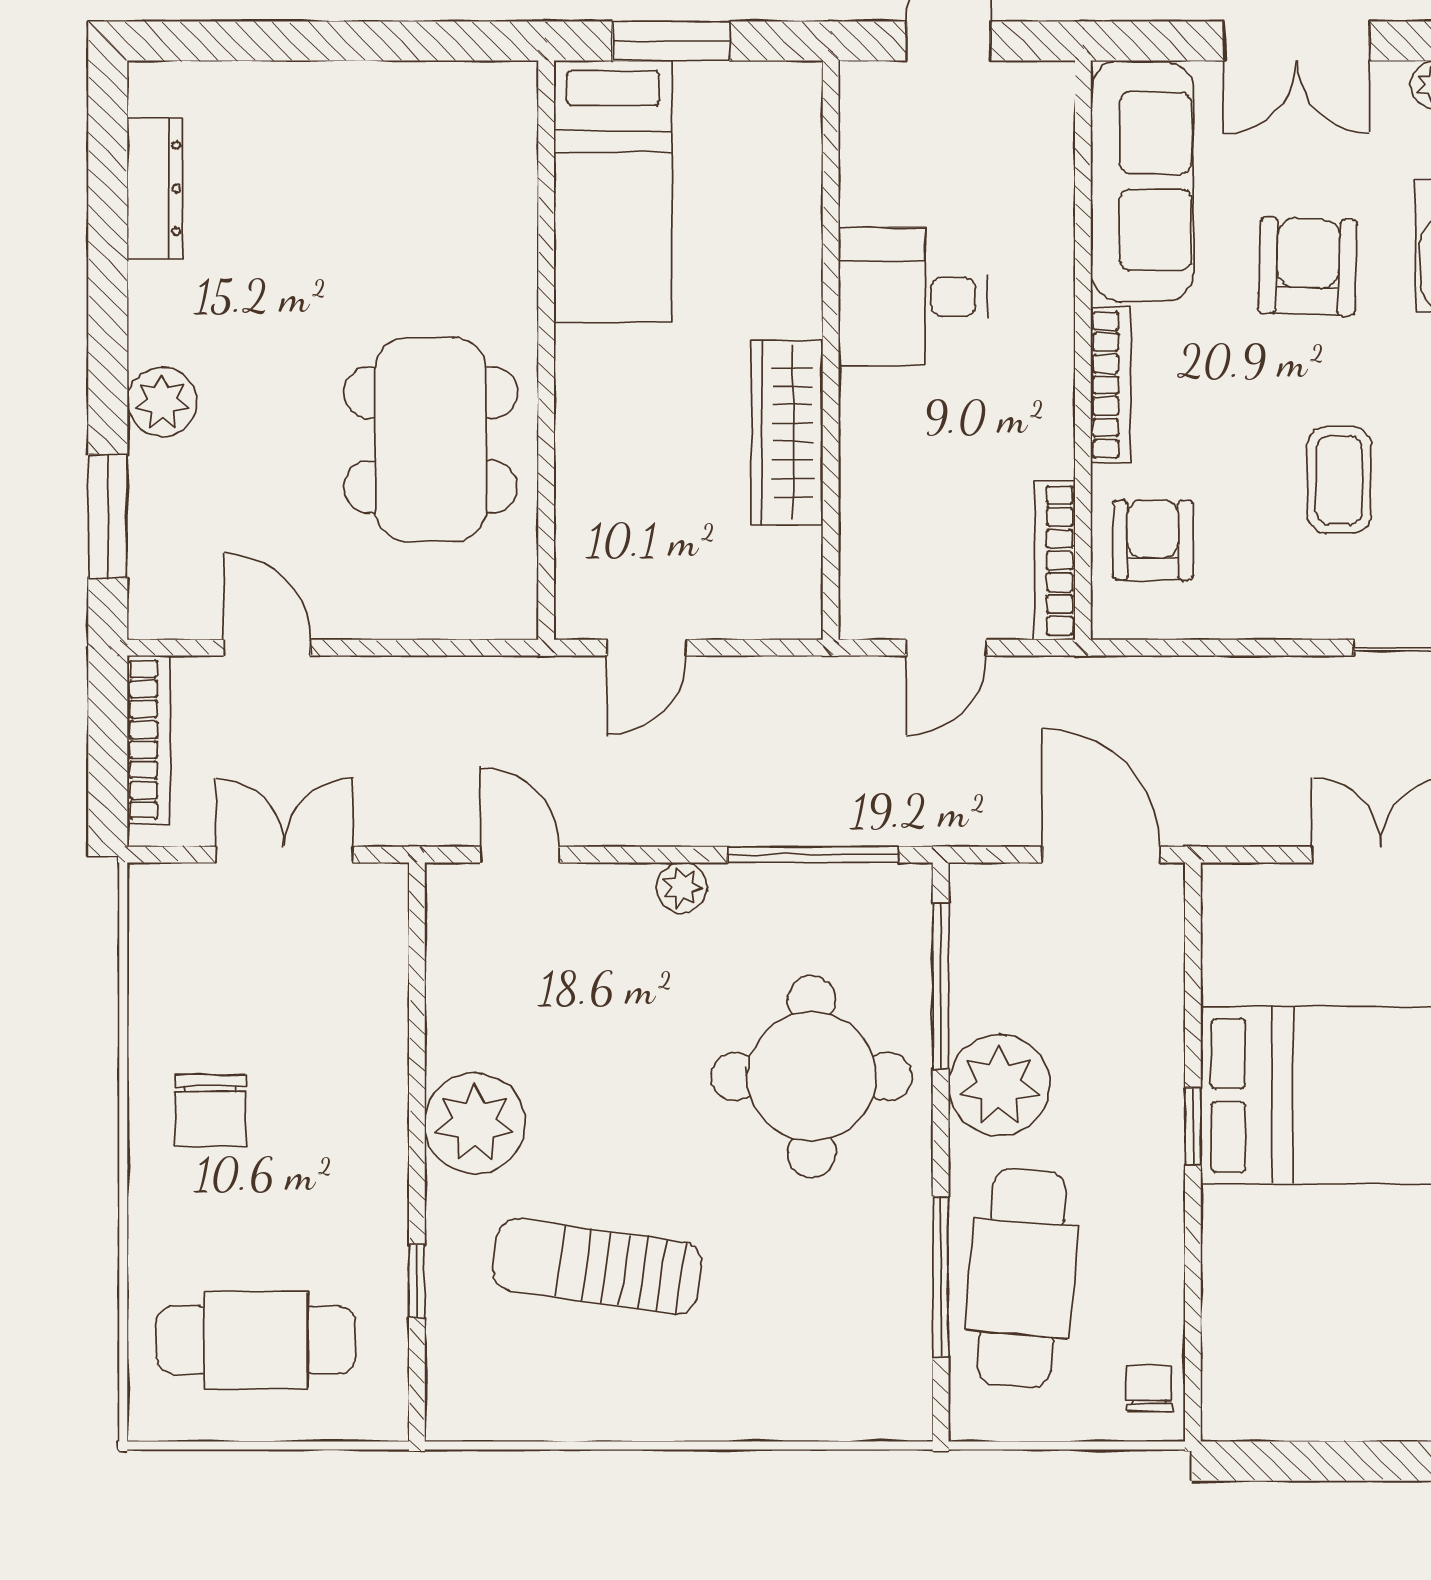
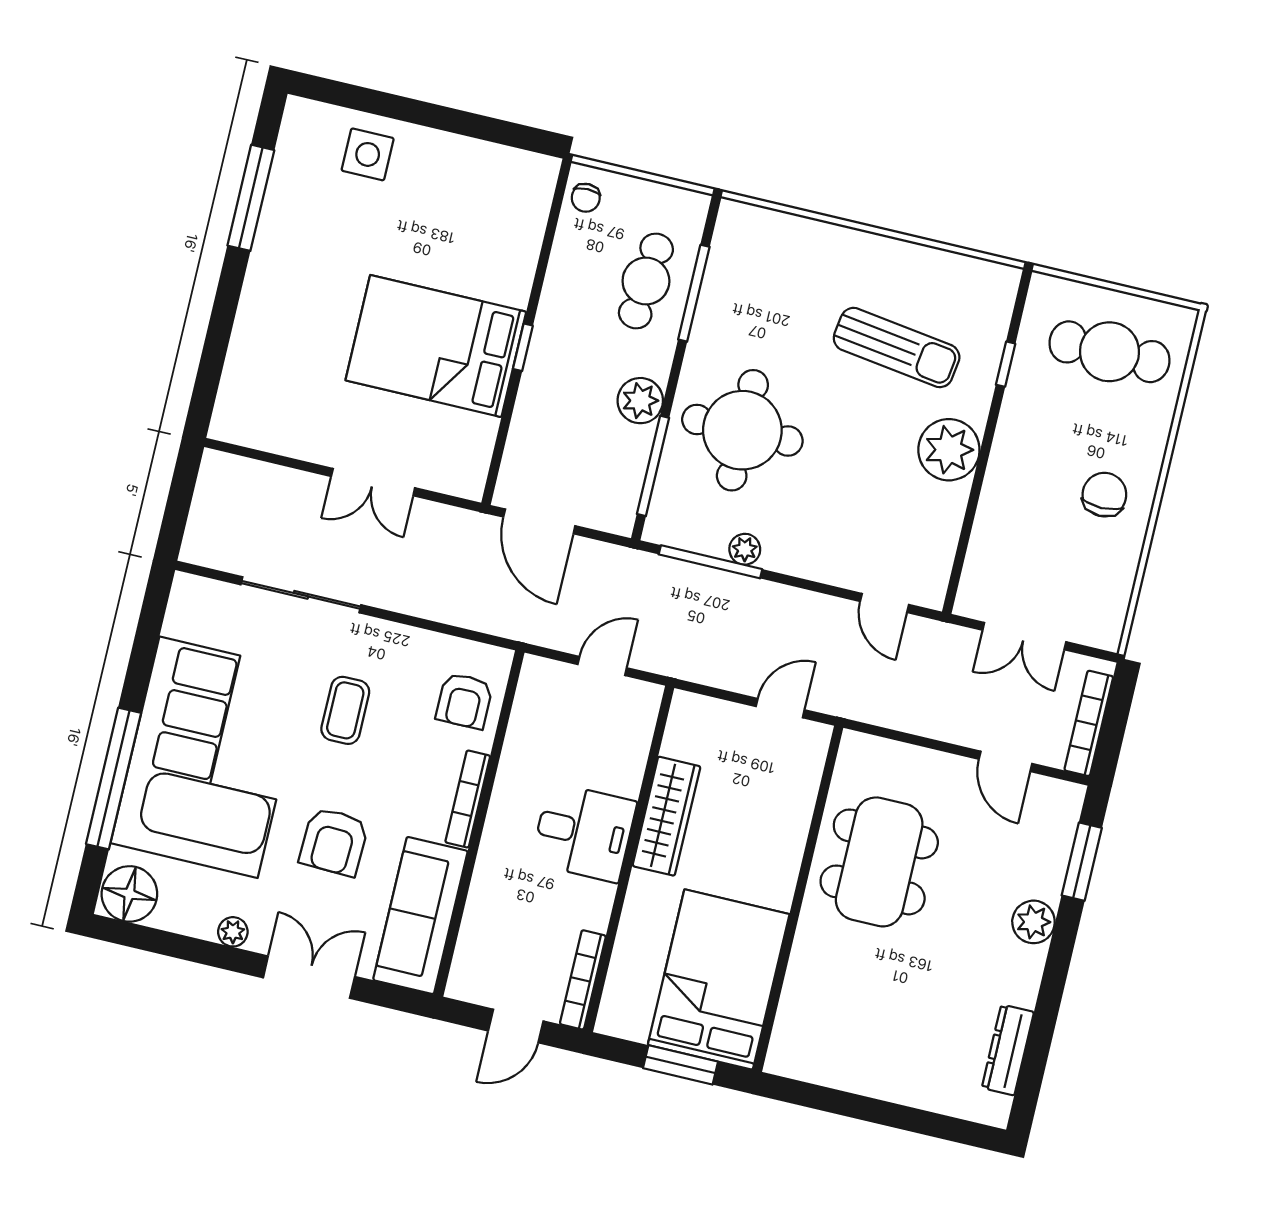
bed: (613, 192) -> (719, 980), width x1.50
desk: (913, 297) -> (584, 832), moved
bookcase: (1055, 560) -> (583, 980), moved, turned 180
plant: (682, 888) -> (745, 549), moved
plant: (999, 1085) -> (640, 401), width x0.73, depth x0.73
cafe table: (1022, 1278) -> (646, 281), width x0.73, depth x0.74

